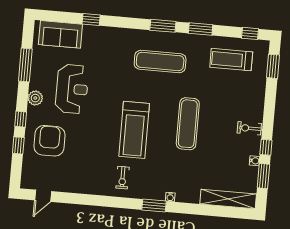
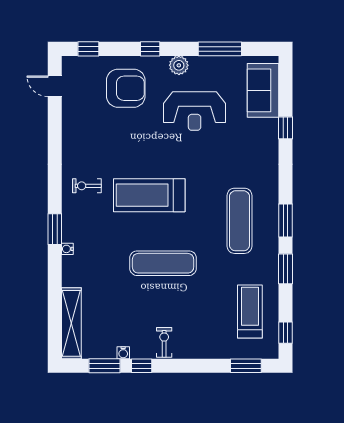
window: (18, 145) -> (88, 49), moved

